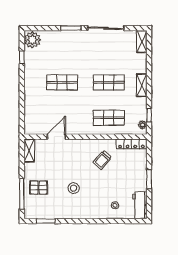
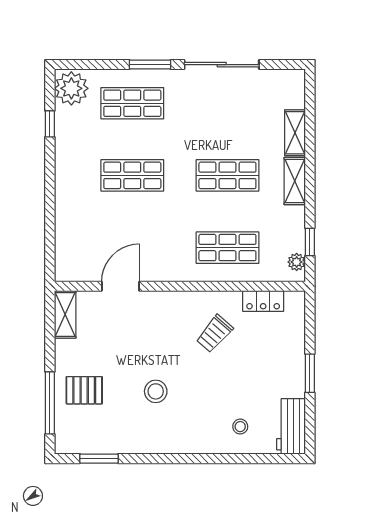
shelving: (142, 42) -> (295, 133), moved
shop shelf: (62, 47) -> (132, 103), added
locker: (131, 144) -> (263, 301), width x0.66

